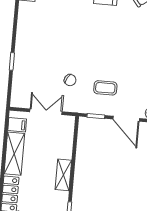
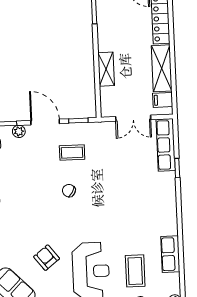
chair: (70, 80) -> (69, 191), moved
row of seats: (20, 84) -> (166, 145), added
shelving: (63, 175) -> (106, 69), moved

